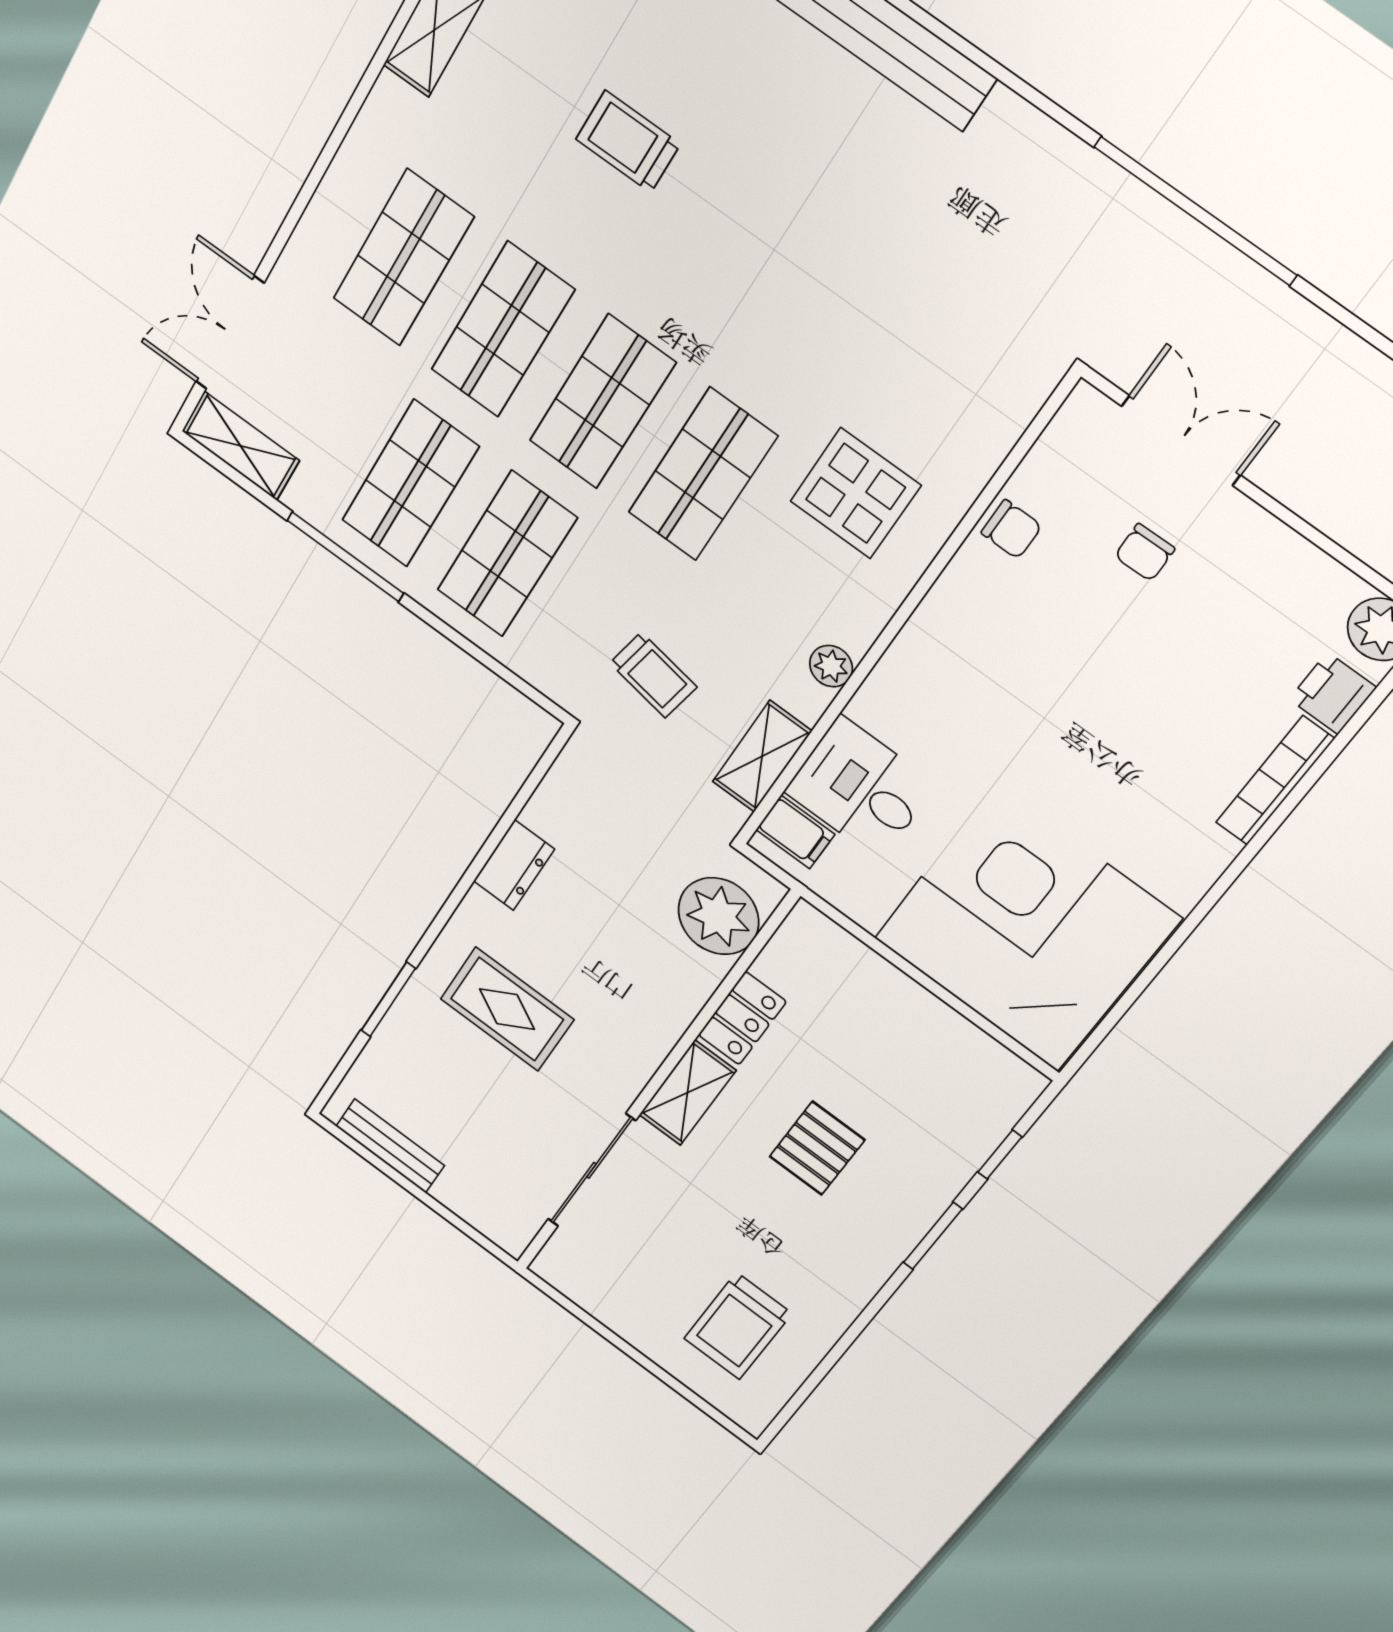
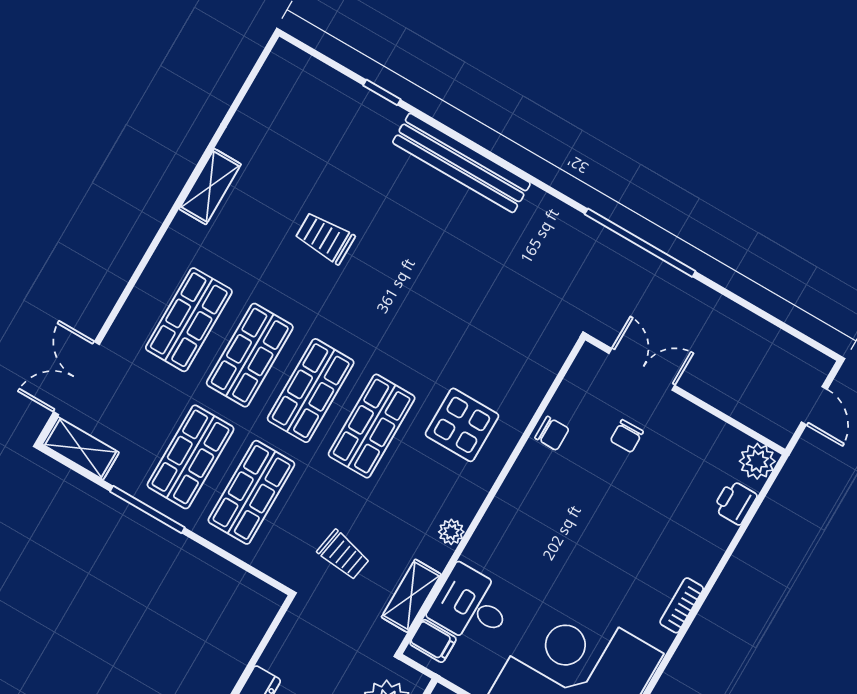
bookcase: (1275, 781) -> (682, 605), moved, width x0.64

